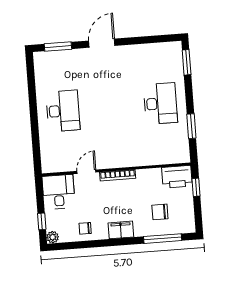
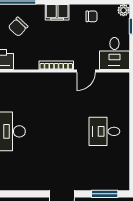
desk: (63, 111) -> (104, 131), width x0.73
chair: (160, 212) -> (18, 27), turned 133

